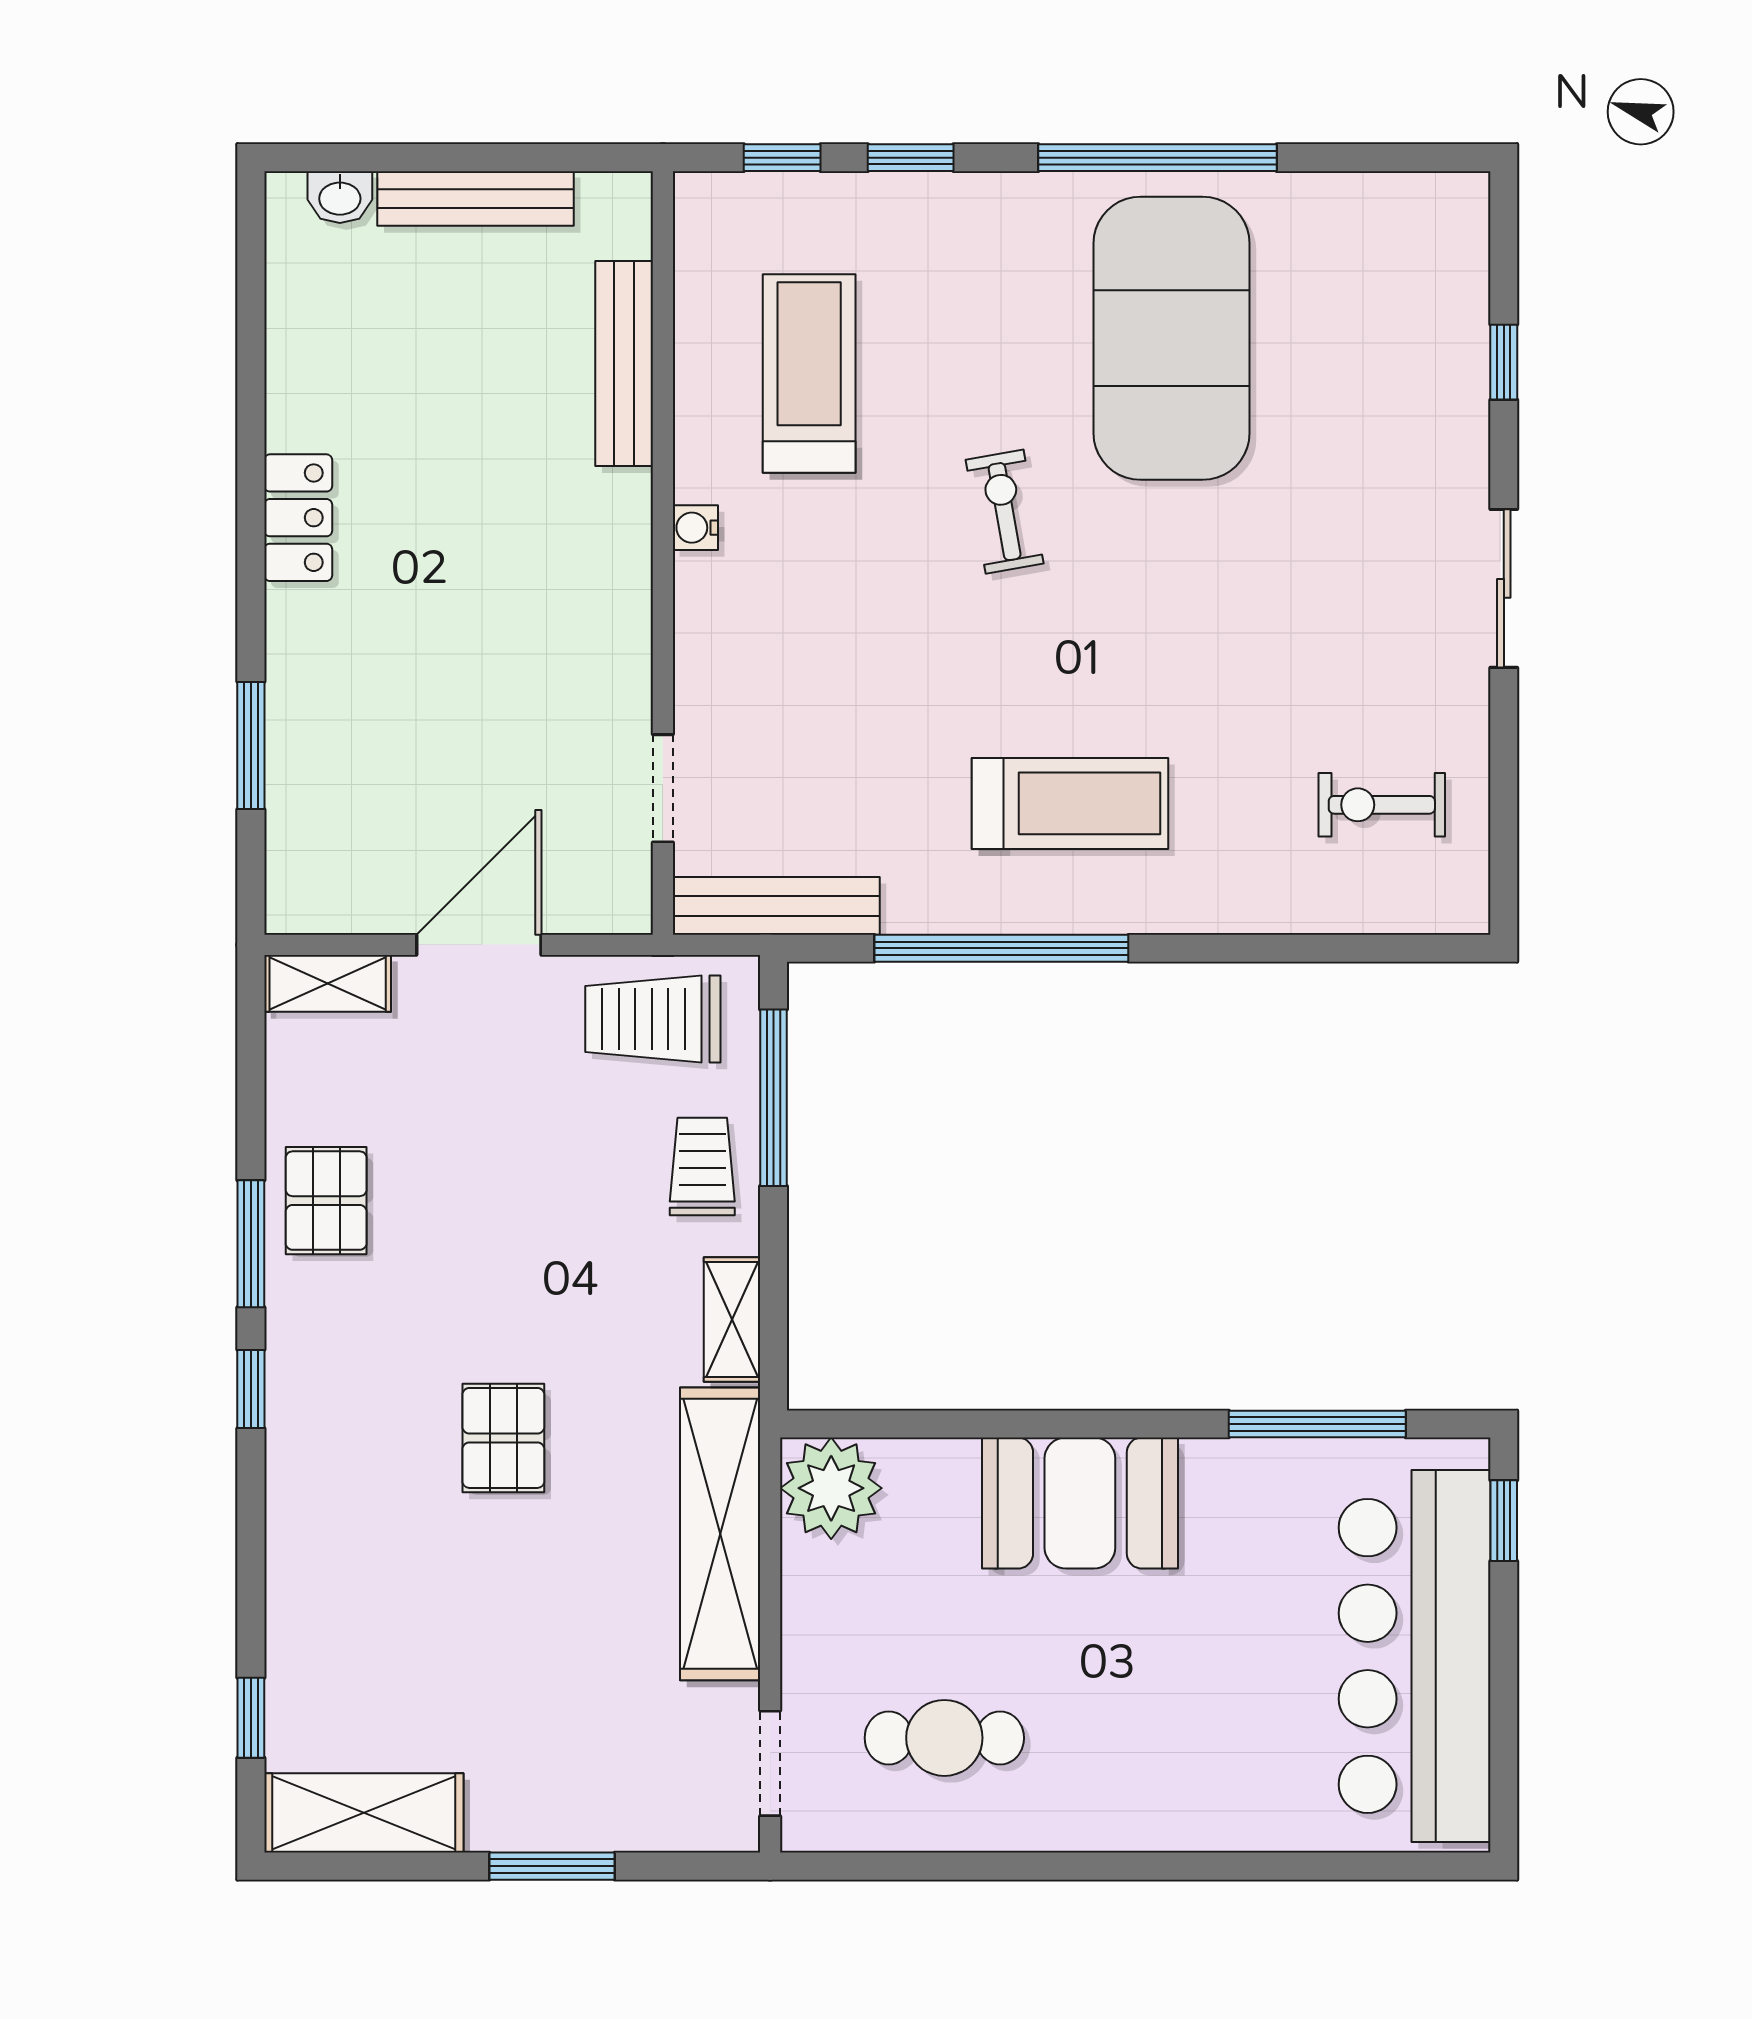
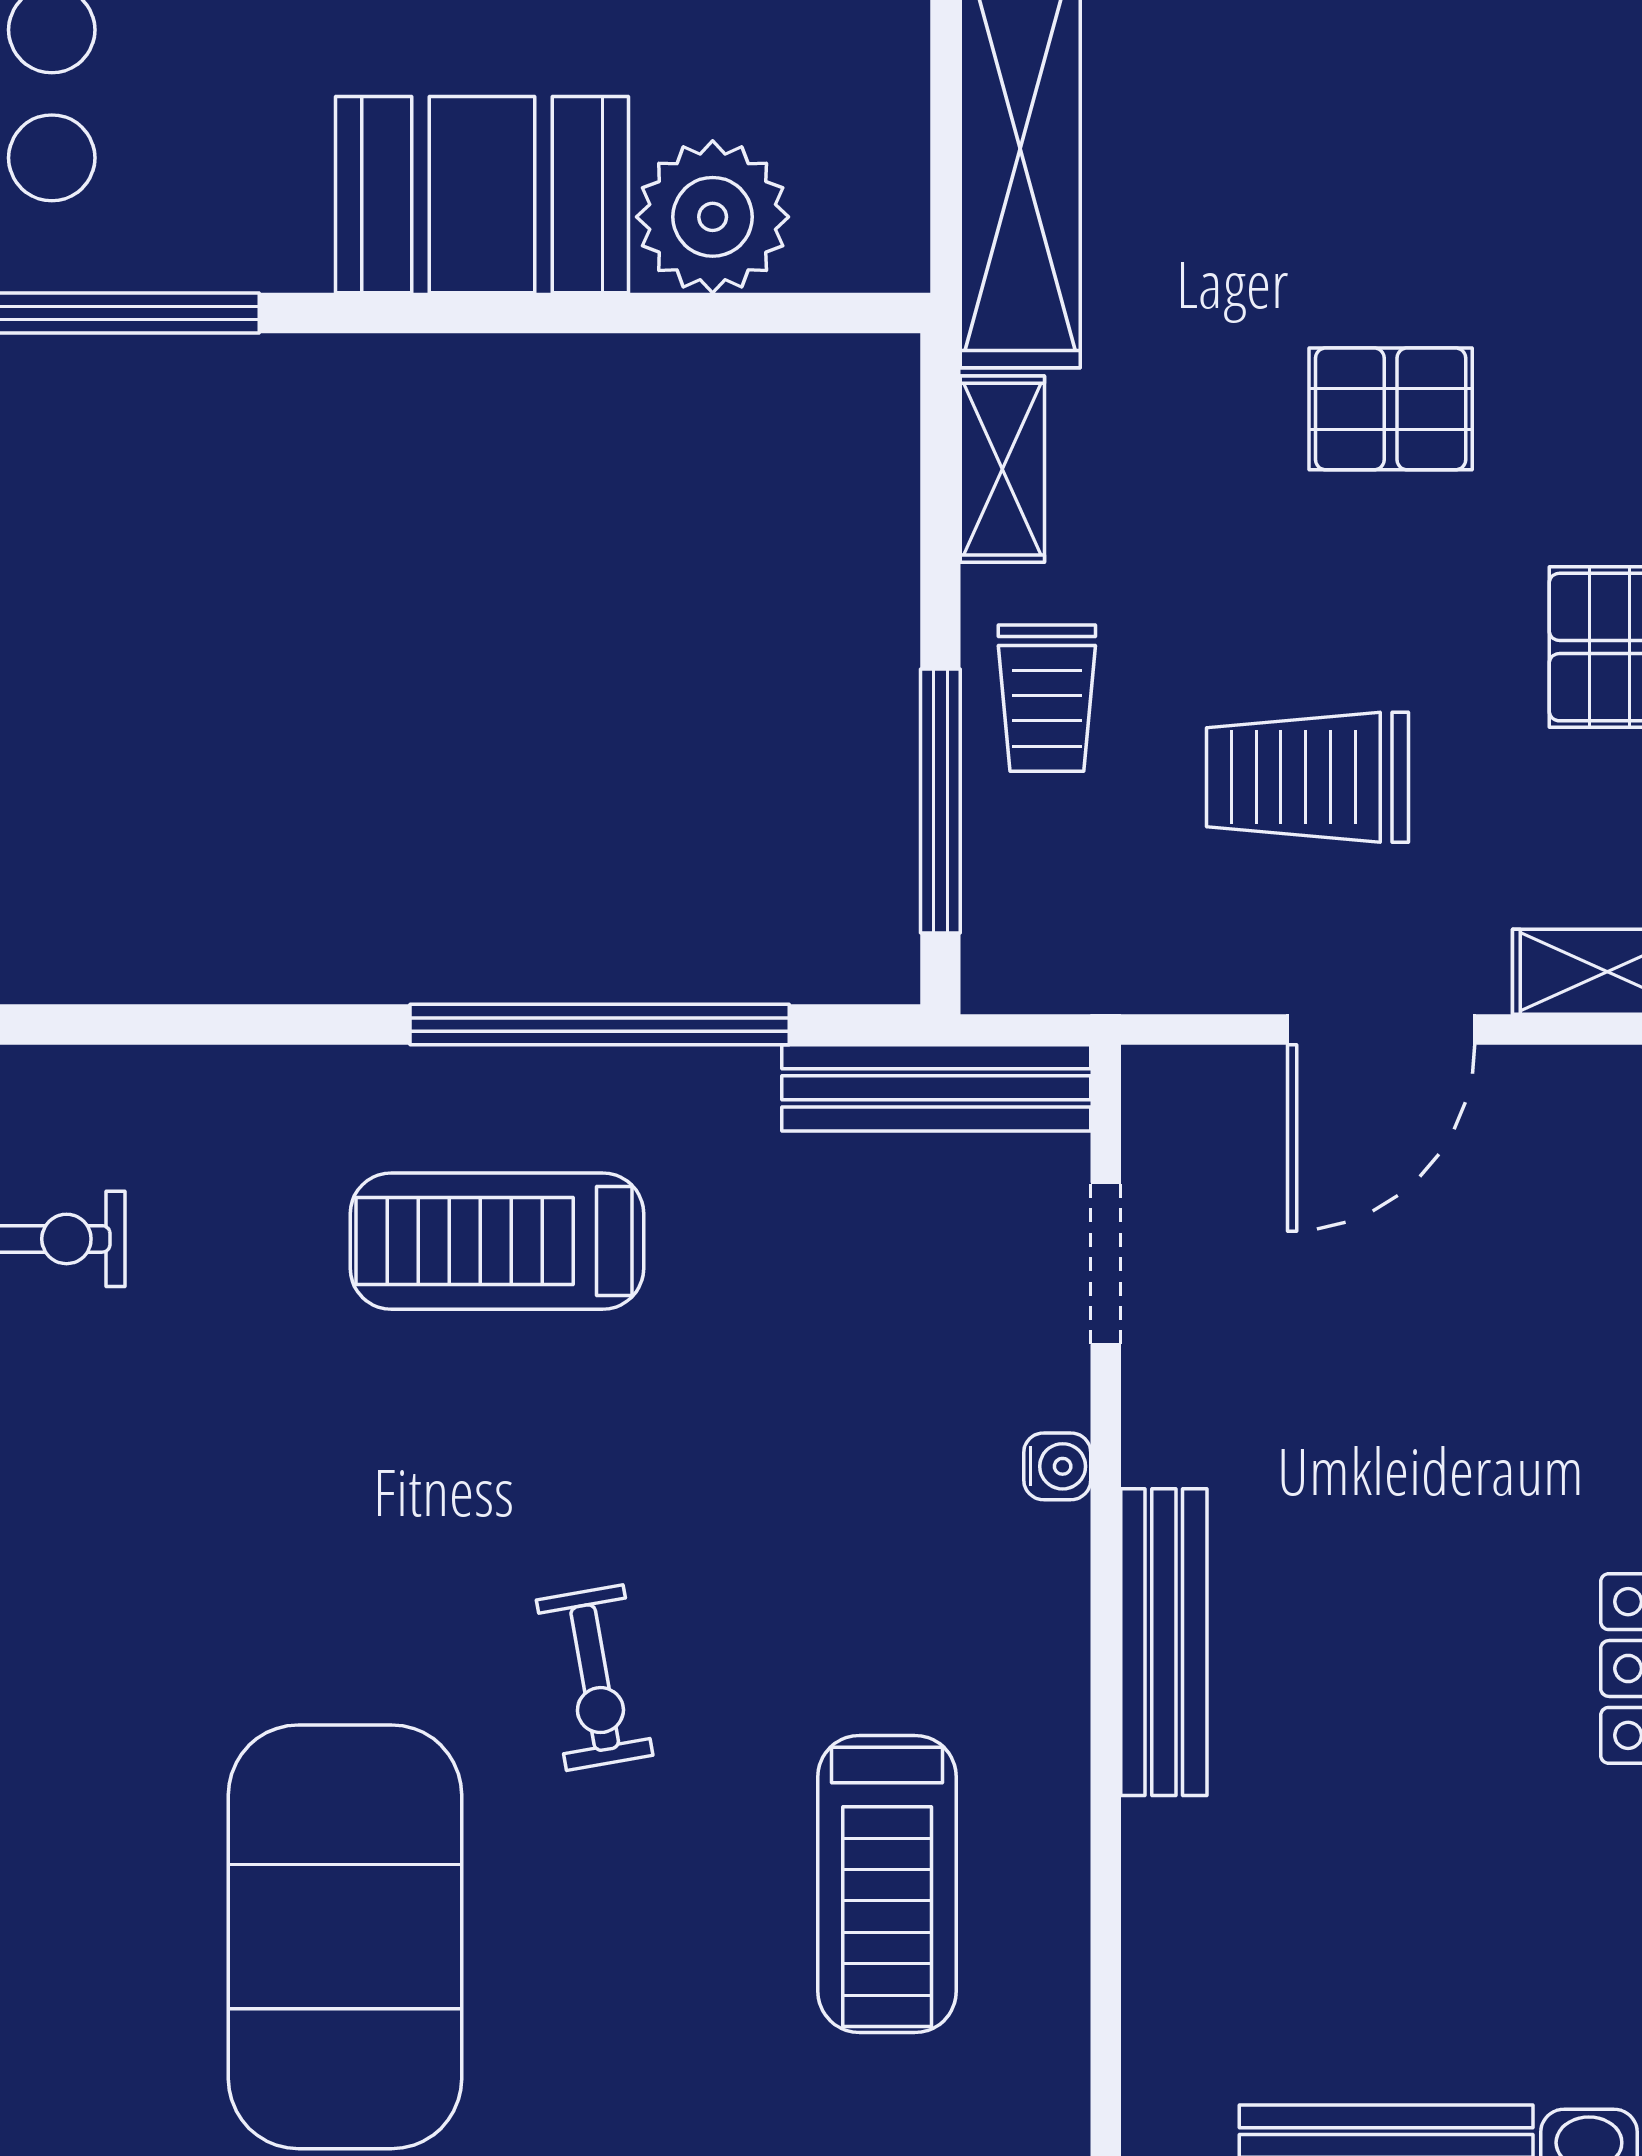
bench: (624, 363) -> (1164, 1642), moved
water cooler: (695, 528) -> (1057, 1466), moved
trolley: (653, 1019) -> (1307, 777), moved, turned 180
pallet: (503, 1438) -> (1391, 409), moved, turned 90
plant: (831, 1488) -> (713, 217), moved

